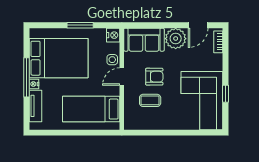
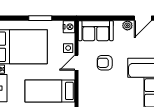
plant: (176, 39) -> (127, 25), width x0.53, depth x0.53
armchair: (154, 77) -> (105, 63), turned 180
coffee table: (150, 100) -> (101, 83), removed

